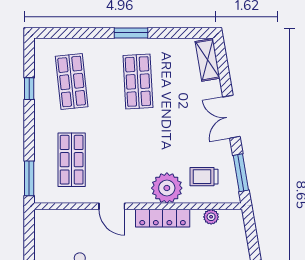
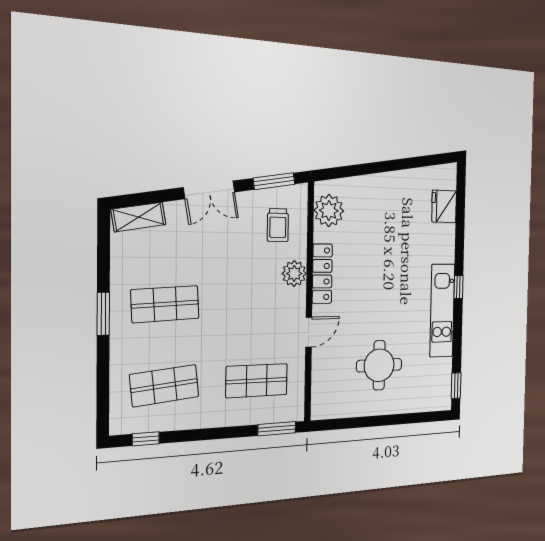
window: (29, 89) -> (146, 439), moved
plant: (167, 188) -> (294, 274), width x0.73, depth x0.73
plant: (211, 217) -> (329, 211), width x1.87, depth x1.87

